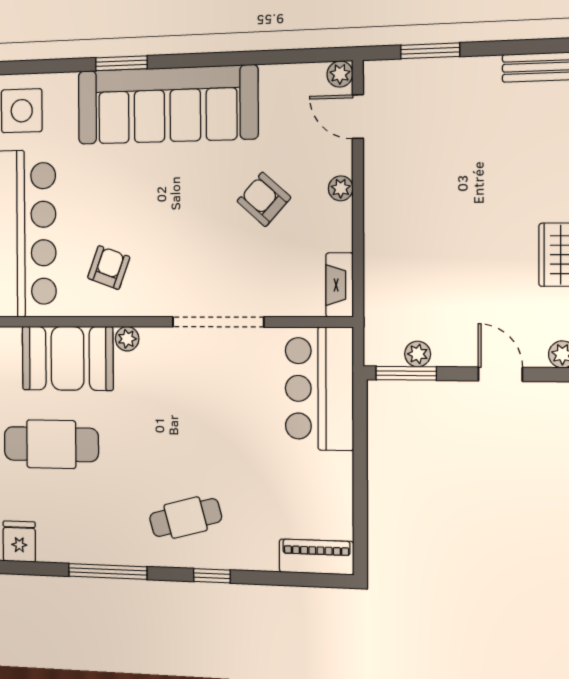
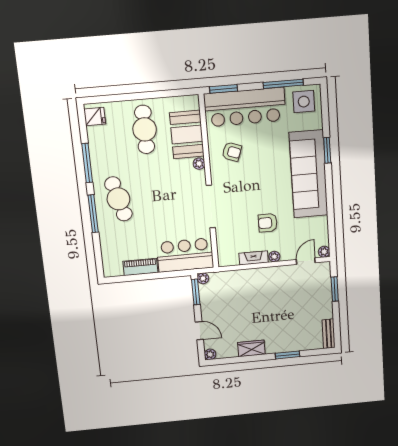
armchair: (264, 199) -> (268, 223), turned -132
fireplace: (340, 285) -> (254, 258), moved
plant: (418, 354) -> (203, 278), moved
door: (500, 374) -> (199, 331), hinge flipped
cafe table: (186, 518) -> (118, 199), width x1.37, depth x1.35
piano: (316, 557) -> (140, 267), moved, turned -90
window: (212, 576) -> (93, 214), width x2.17

